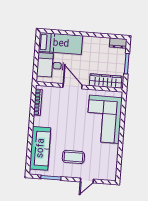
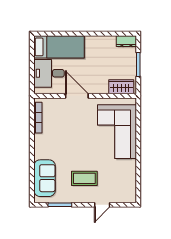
wardrobe: (106, 81) -> (121, 87), width x0.67
sofa: (40, 148) -> (45, 178), width x0.73

